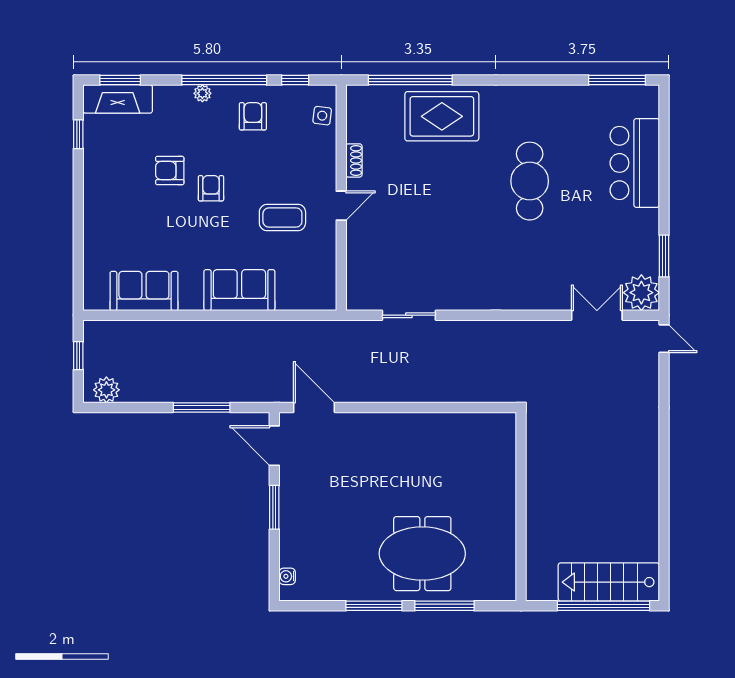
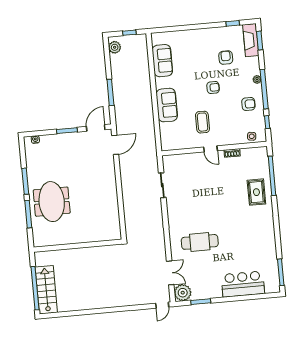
rug: (442, 116) -> (256, 192), width x0.73, depth x0.70
armchair: (170, 171) -> (226, 58), moved
cafe table: (530, 181) -> (200, 242), moved

